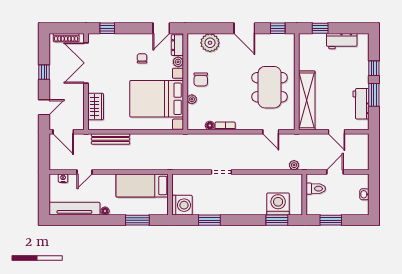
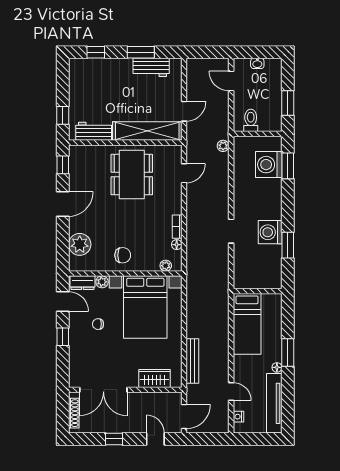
window: (107, 28) -> (63, 337), moved
workbench: (342, 41) -> (94, 131), moved, turned -90
window: (374, 68) -> (96, 52), moved
dining table: (270, 87) -> (132, 175), turned 90
plant: (192, 99) -> (166, 266), moved
door: (337, 132) -> (184, 111), moved
door: (335, 172) -> (231, 81), moved
washing machine: (182, 205) -> (270, 232), moved, turned -90
window: (137, 220) -> (288, 353), moved

